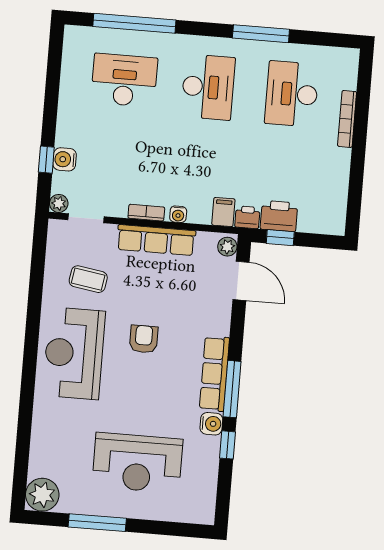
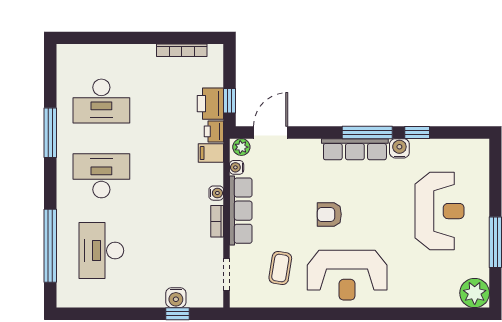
bookcase: (347, 119) -> (182, 50), moved
plant: (59, 203) -> (215, 300), removed
water cooler: (205, 239) -> (237, 167), added

